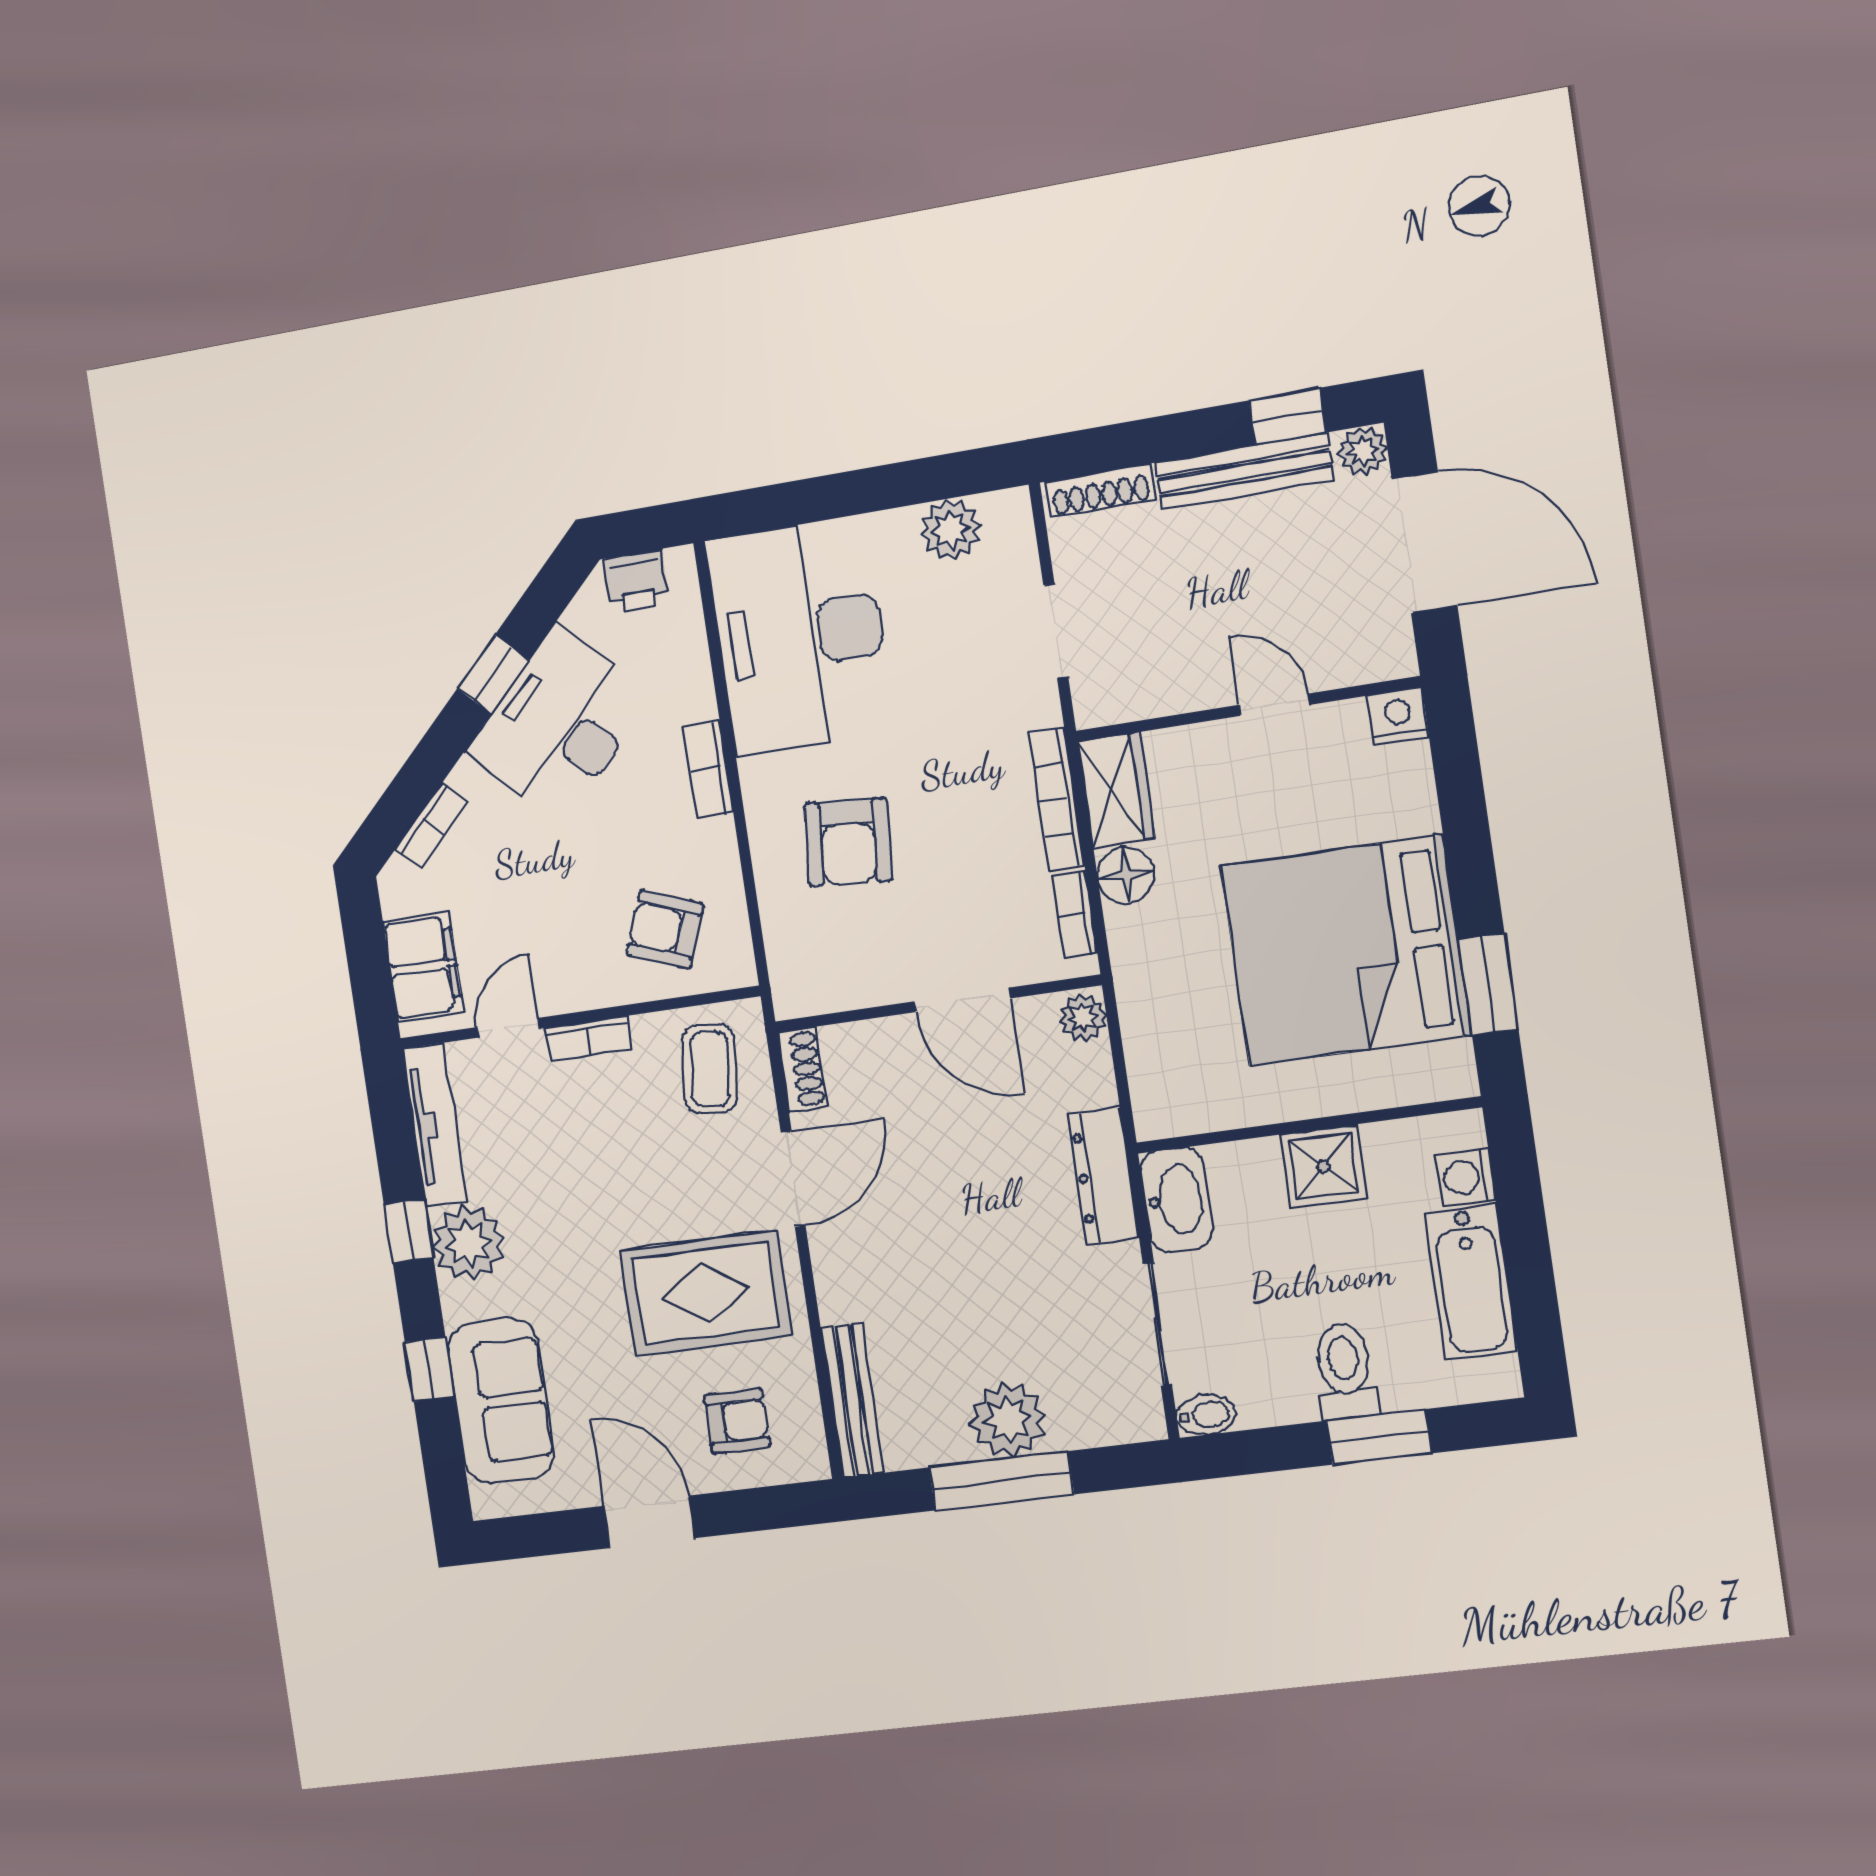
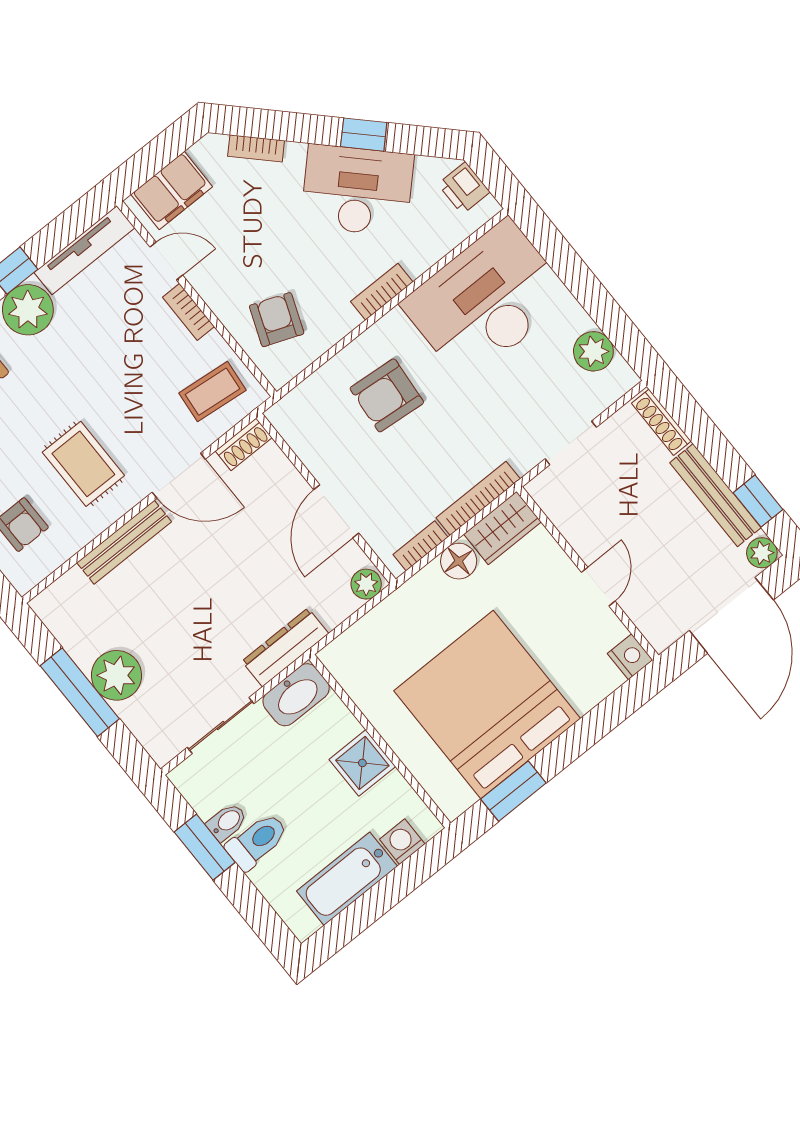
rug: (706, 1293) -> (83, 464), width x0.73, depth x0.70
bench: (853, 1400) -> (124, 542), moved
bidet: (1206, 1415) -> (227, 822), moved, turned -90
window: (1379, 1437) -> (205, 847), moved

